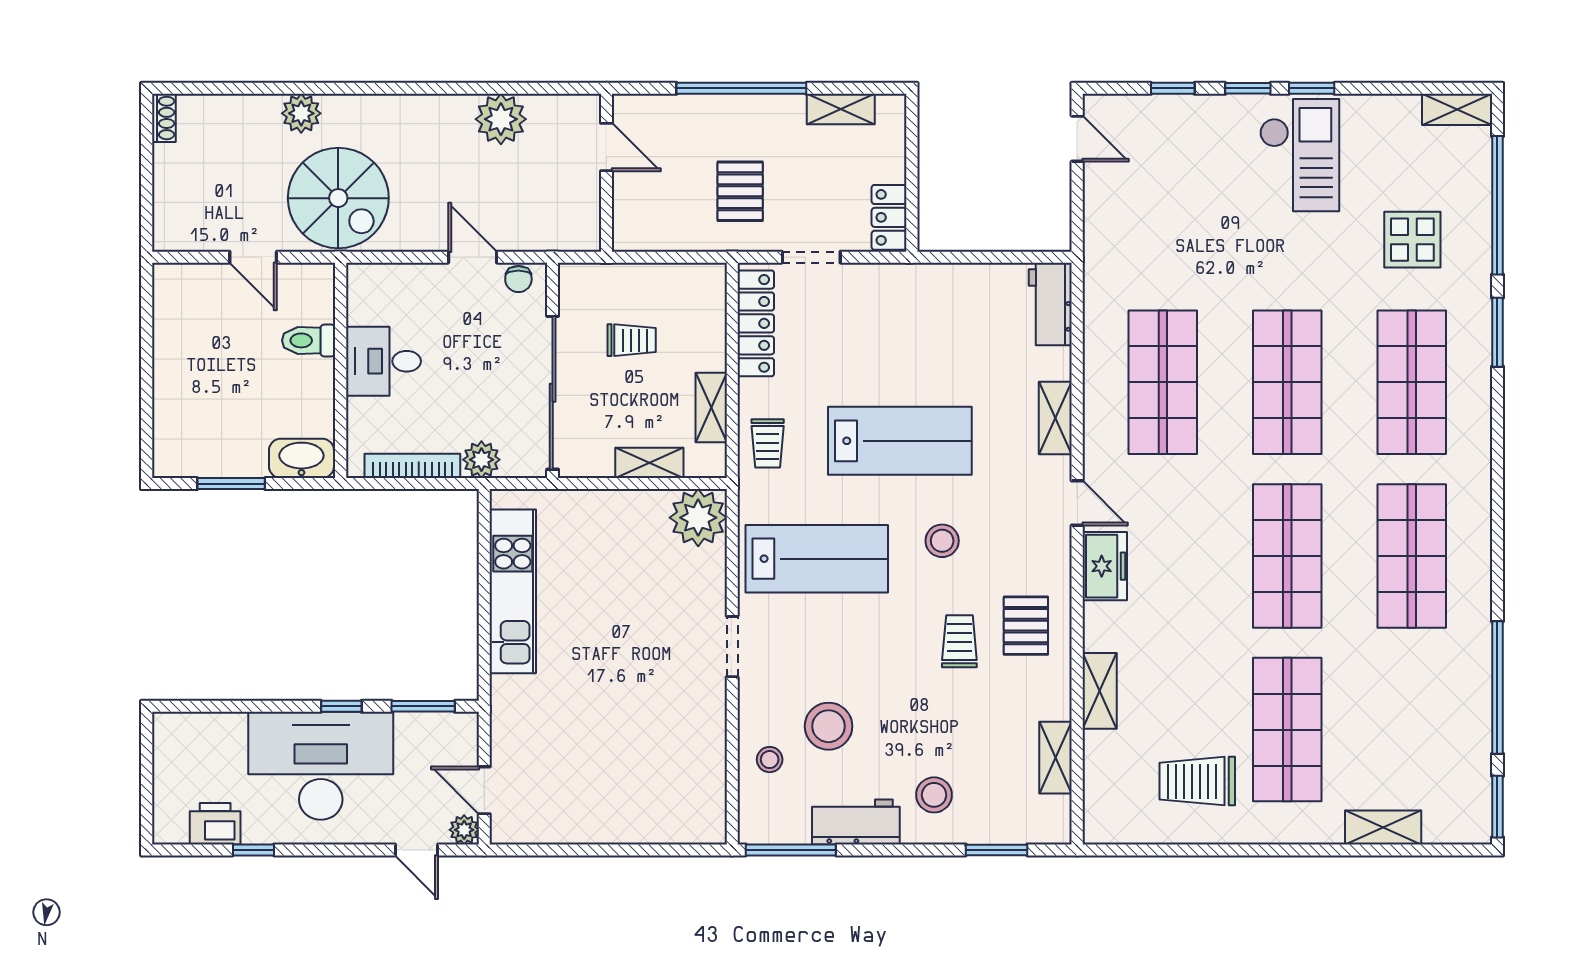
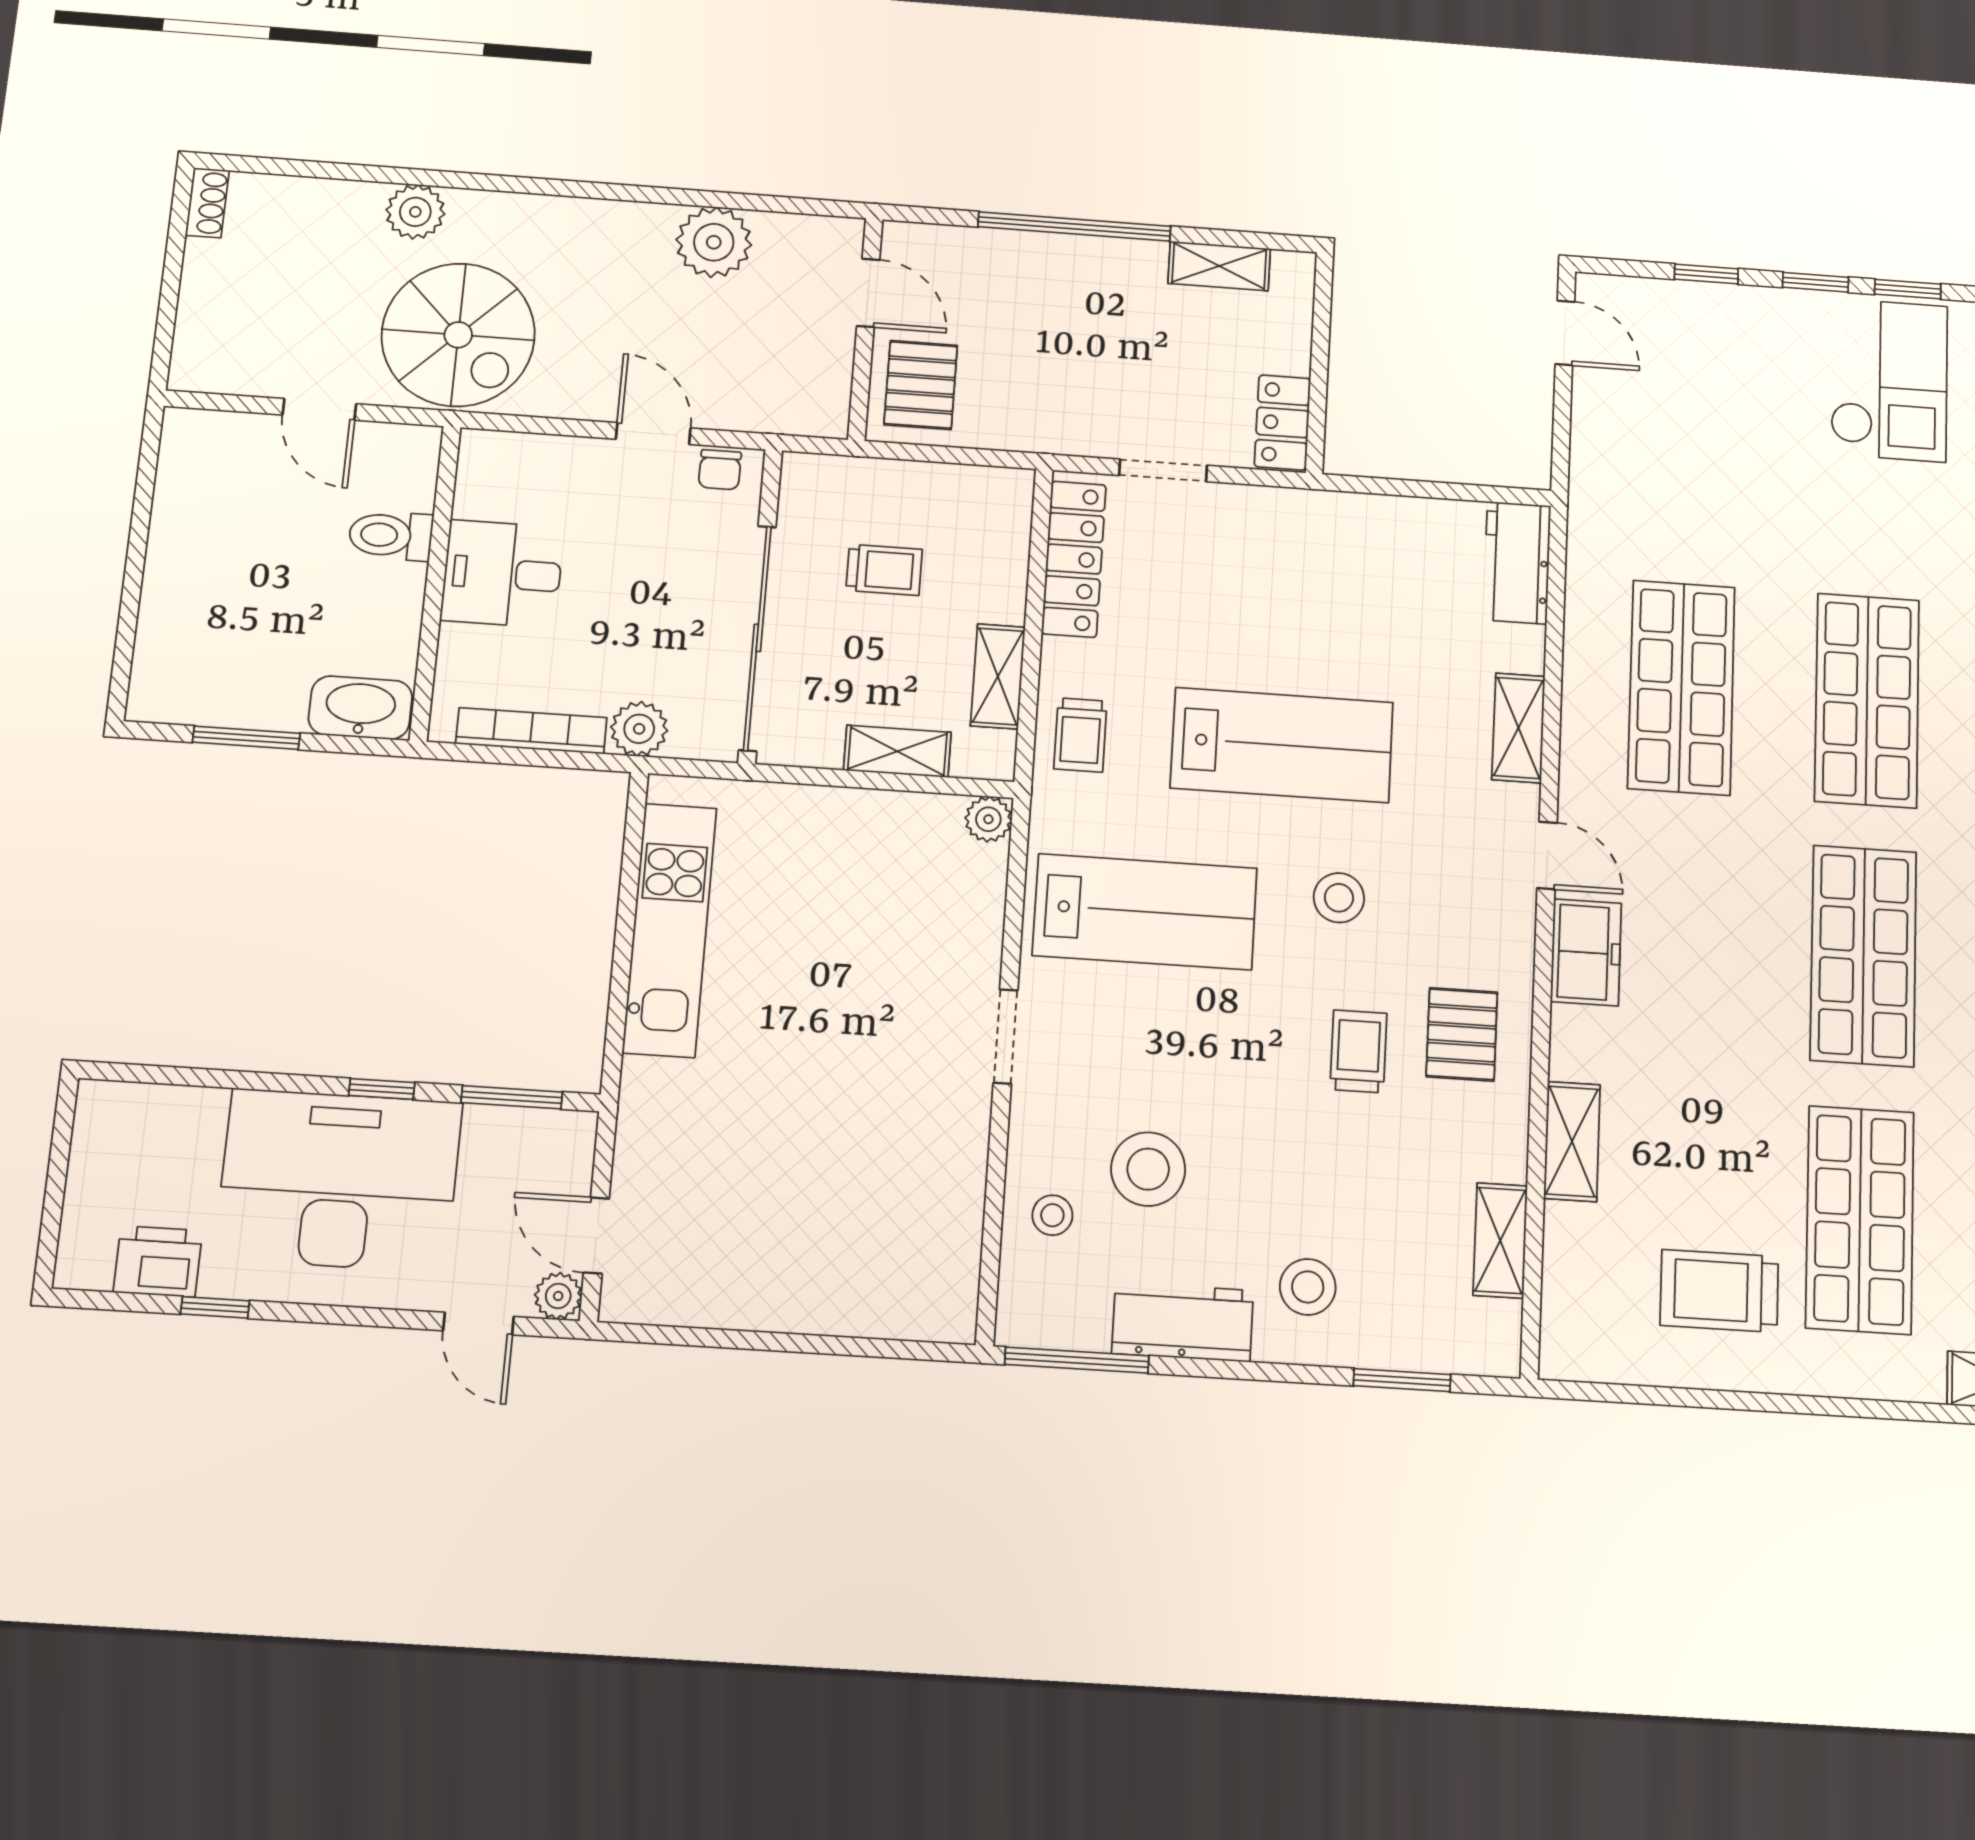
pallet: (740, 191) -> (921, 385), moved
plant: (698, 518) -> (988, 819), width x0.53, depth x0.53

